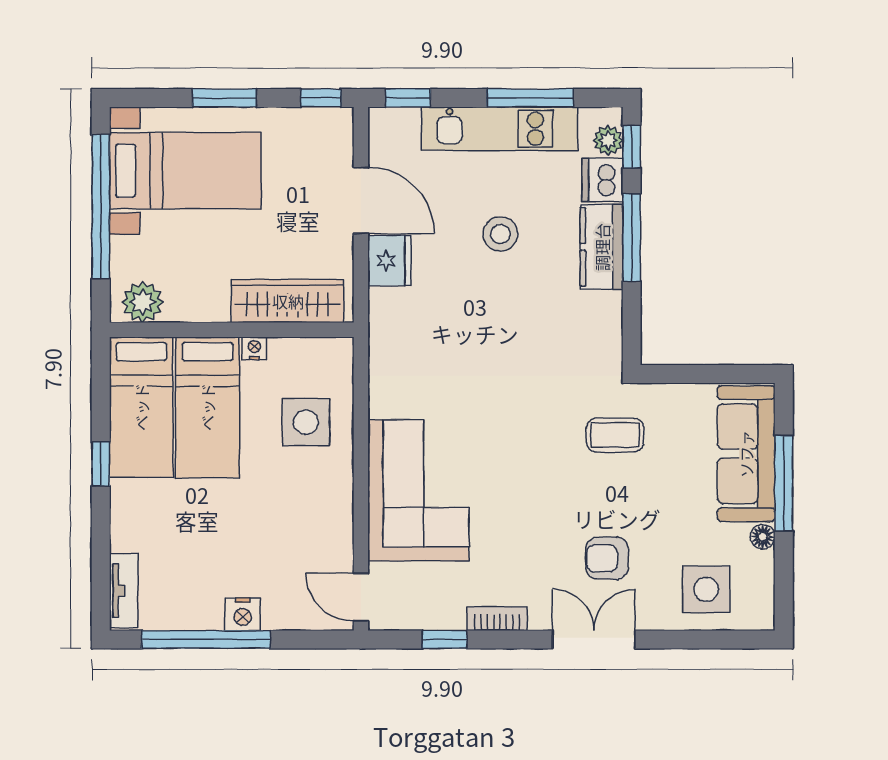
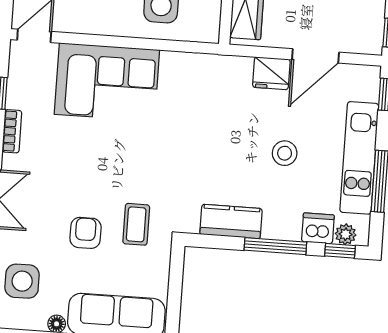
kitchen counter: (602, 247) -> (231, 221), moved
armchair: (607, 558) -> (86, 233), moved

